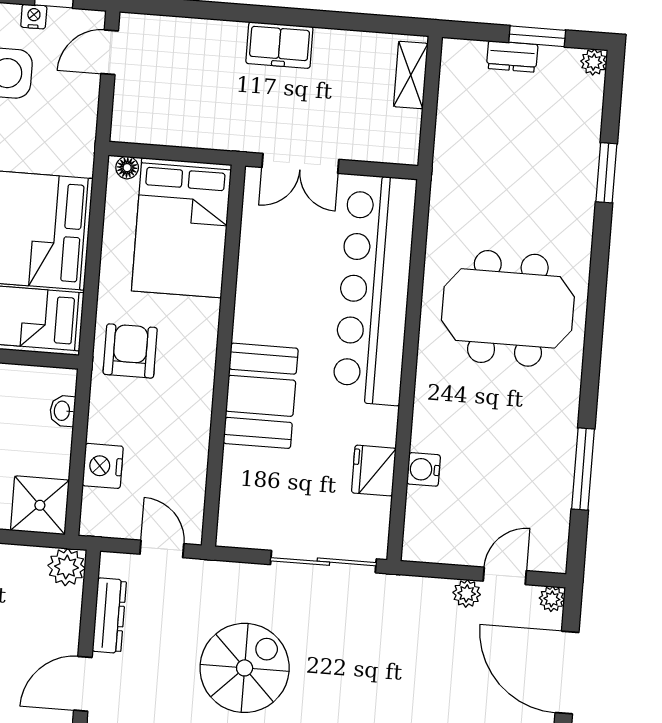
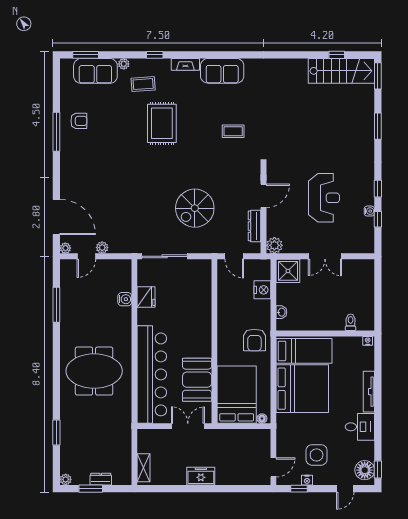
booth: (261, 396) -> (197, 380), moved

